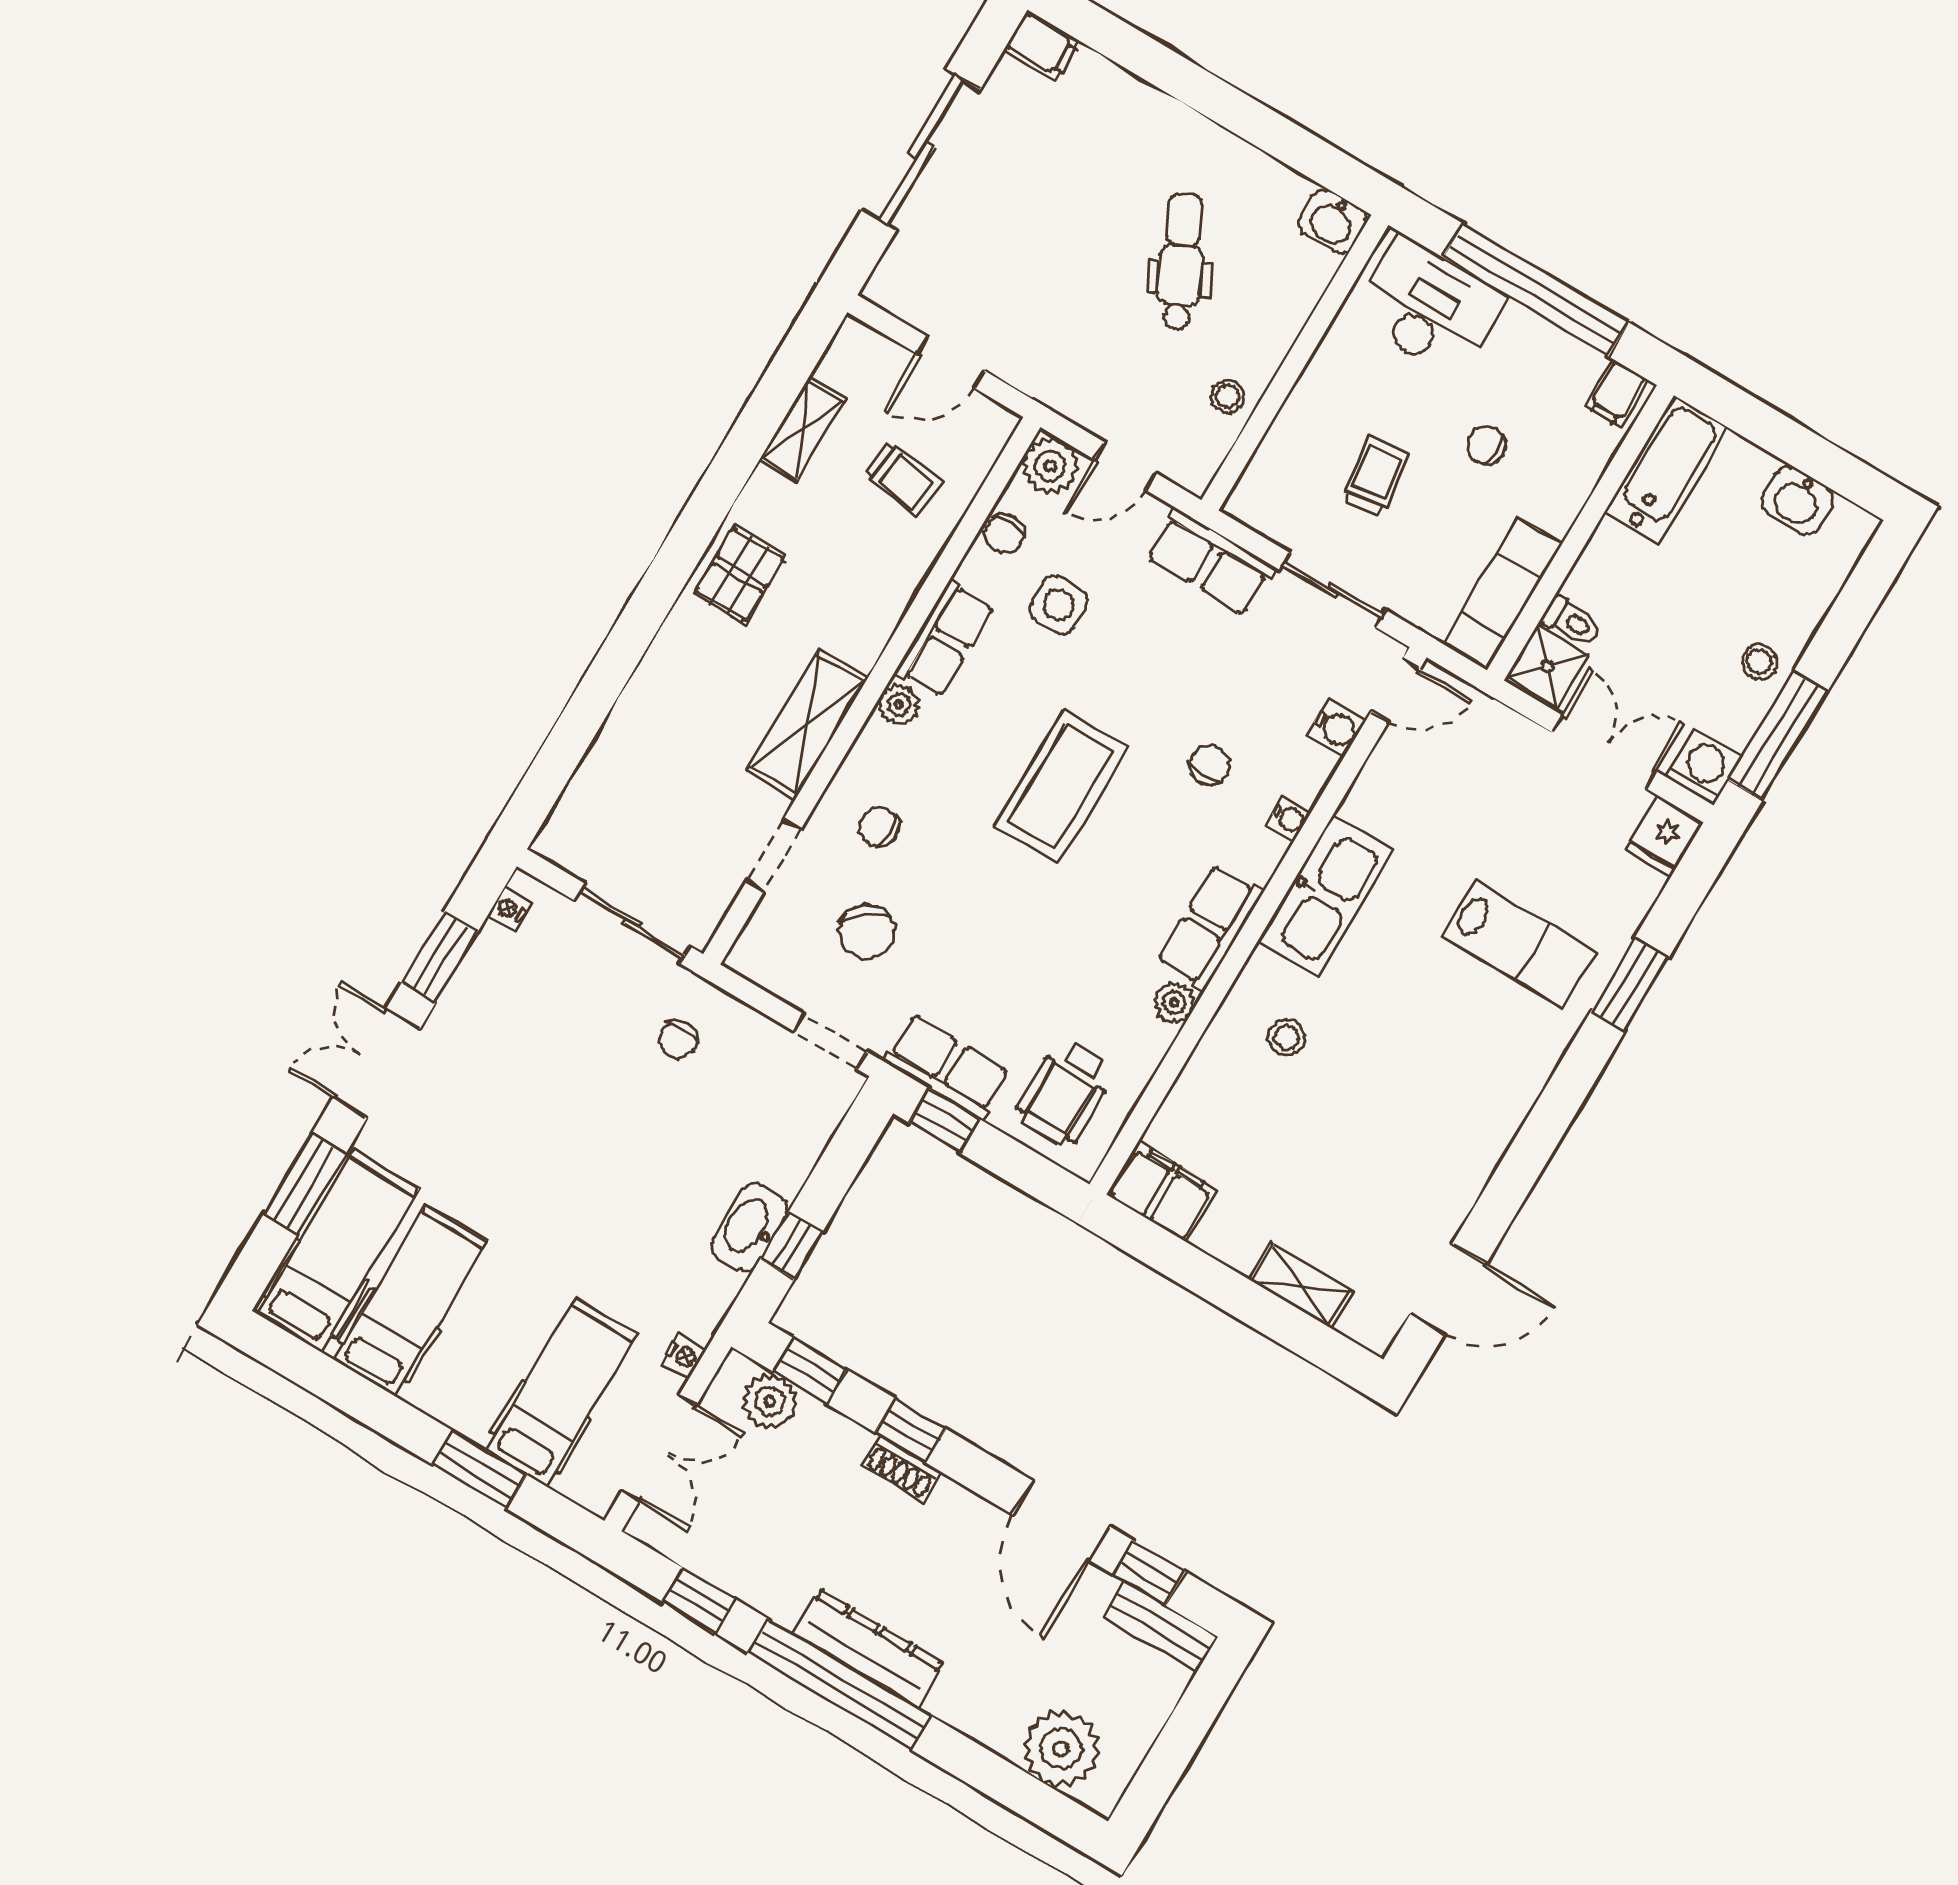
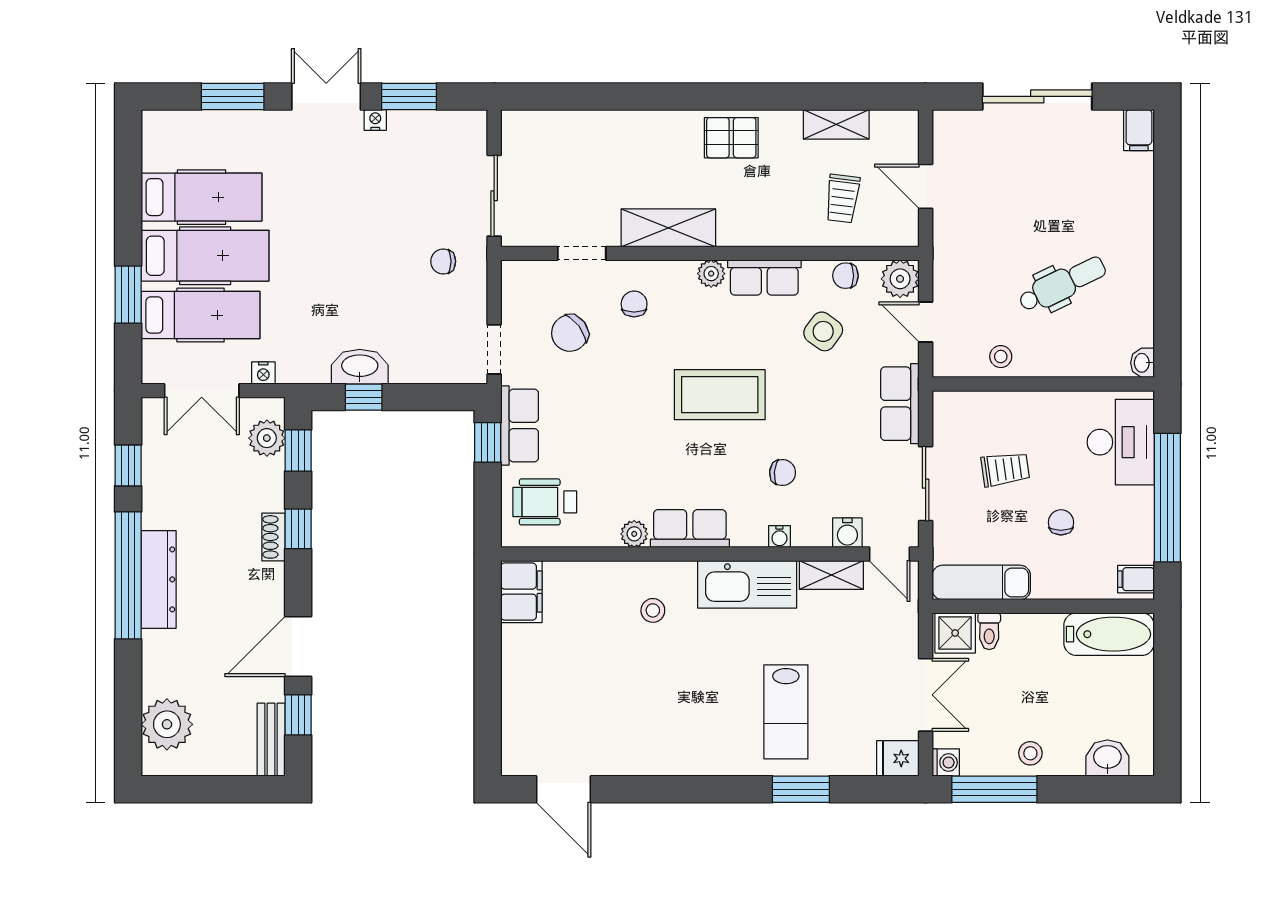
washbasin: (1332, 221) -> (1142, 363), width x0.72, depth x0.69
washbasin: (1797, 500) -> (1107, 758), moved, turned 90
side table: (1059, 605) -> (823, 331), turned 36
washing machine: (1704, 767) -> (946, 762), width x0.73, depth x0.73
nightstand: (509, 909) -> (375, 120), moved
hospital bed: (338, 1251) -> (205, 256), moved
shelving: (1301, 1286) -> (831, 575), moved, turned 90

